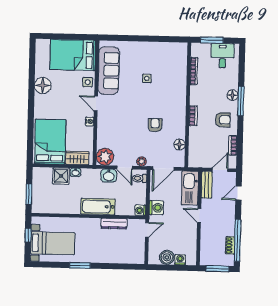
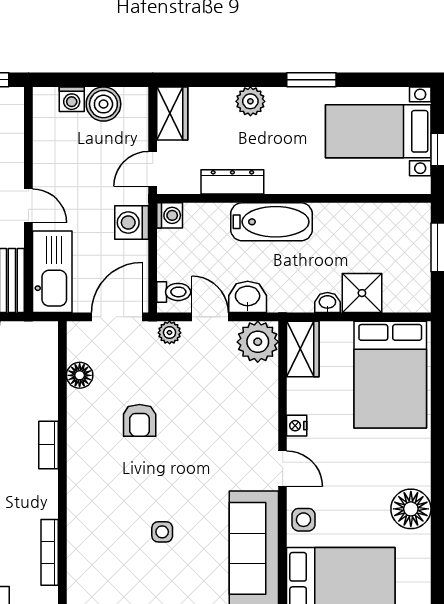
wardrobe: (77, 158) -> (303, 349), moved, turned -90
wardrobe: (138, 253) -> (172, 113), added
plant: (106, 257) -> (250, 101), added

